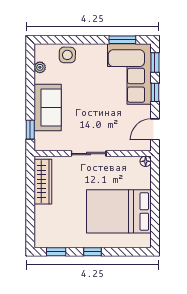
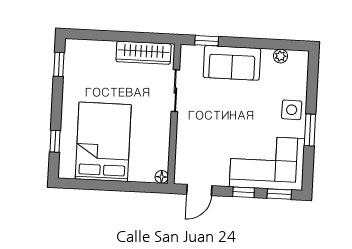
window: (122, 40) -> (310, 130), moved
side table: (67, 55) -> (292, 110), moved
door: (155, 129) -> (199, 190), swing flipped
sliding door: (89, 154) -> (175, 91), moved
window: (93, 252) -> (55, 141), moved

